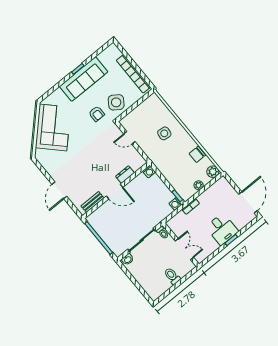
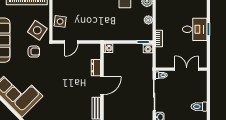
side table: (164, 133) -> (60, 21), moved
toilet: (172, 276) -> (199, 107), moved

